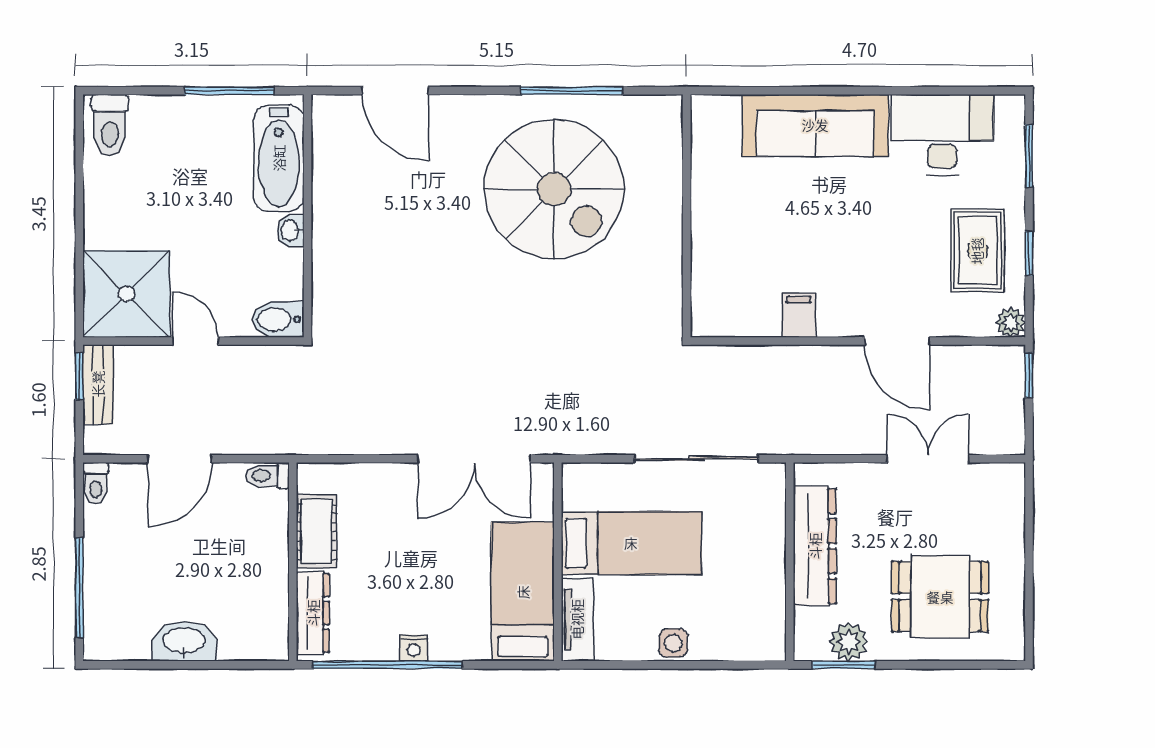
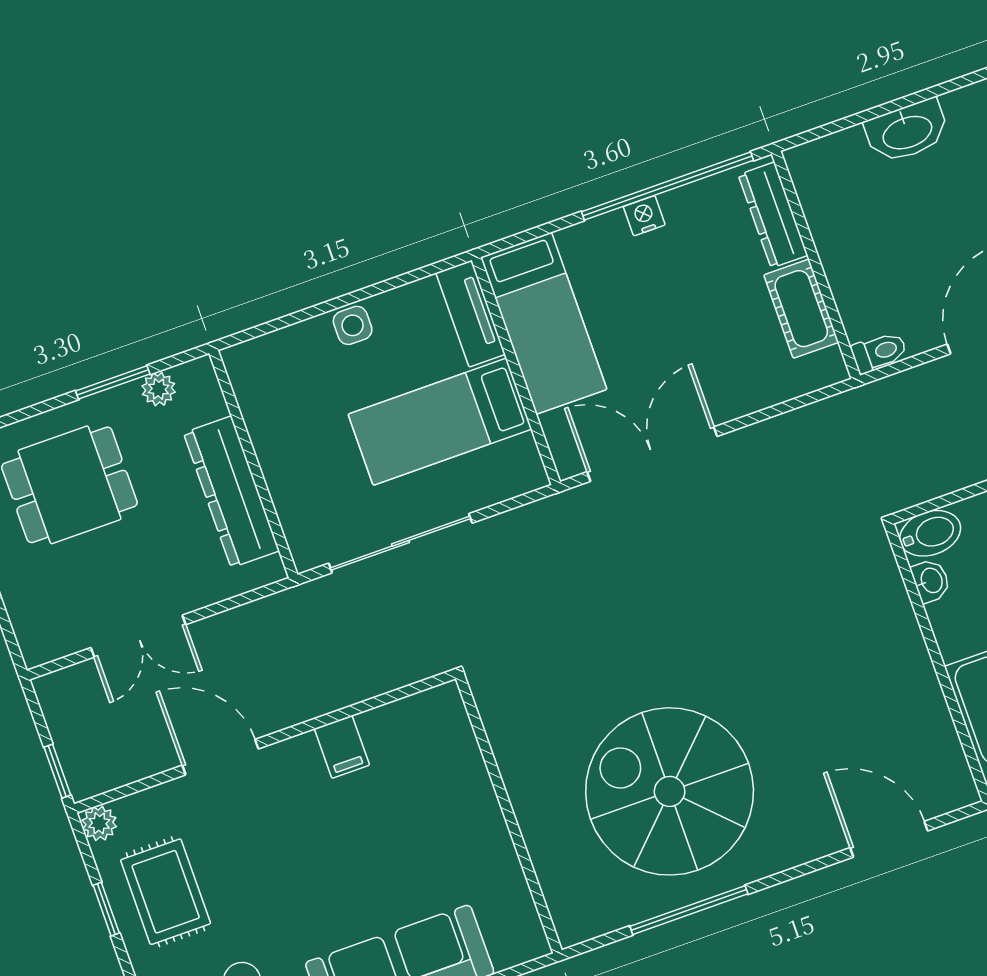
washbasin: (290, 230) -> (931, 581), moved
plant: (849, 642) -> (159, 389), width x0.73, depth x0.73
window: (844, 665) -> (113, 382), moved

